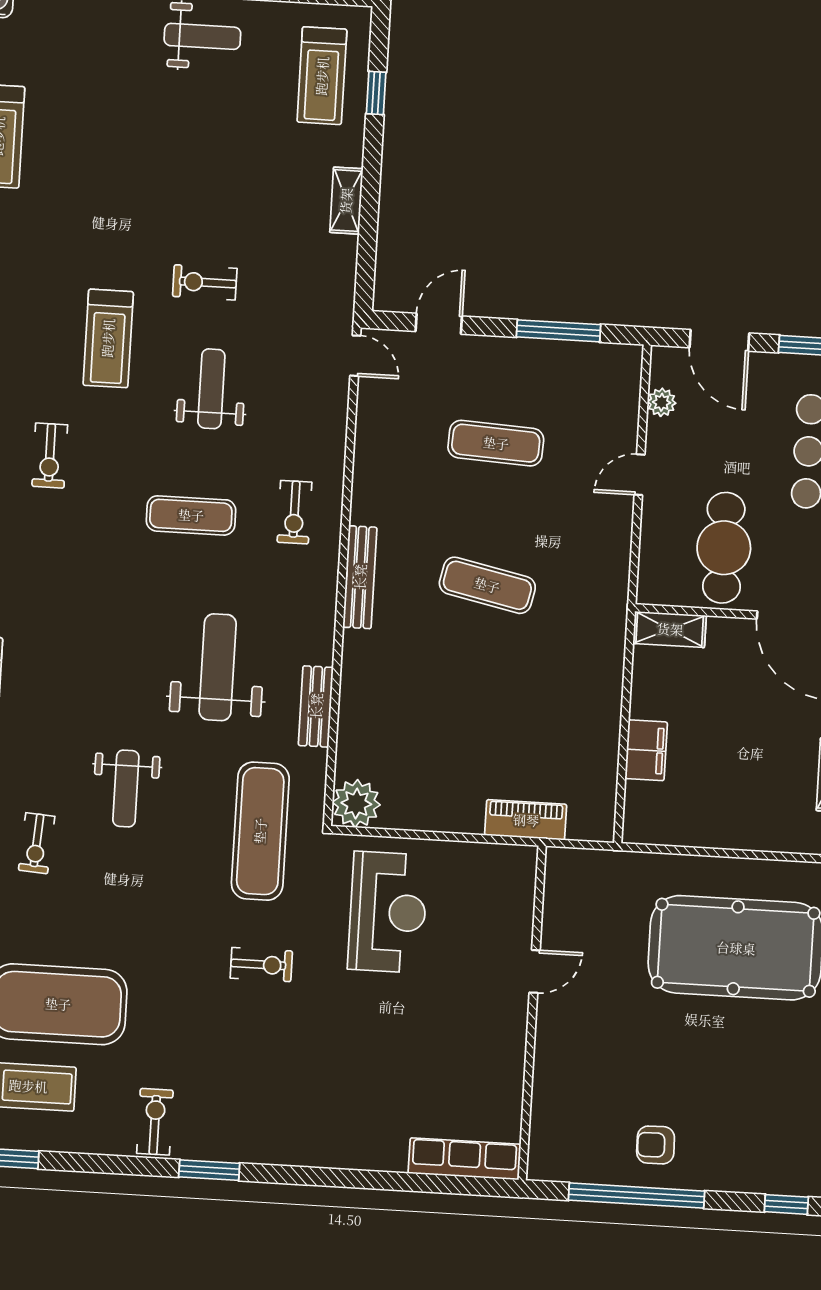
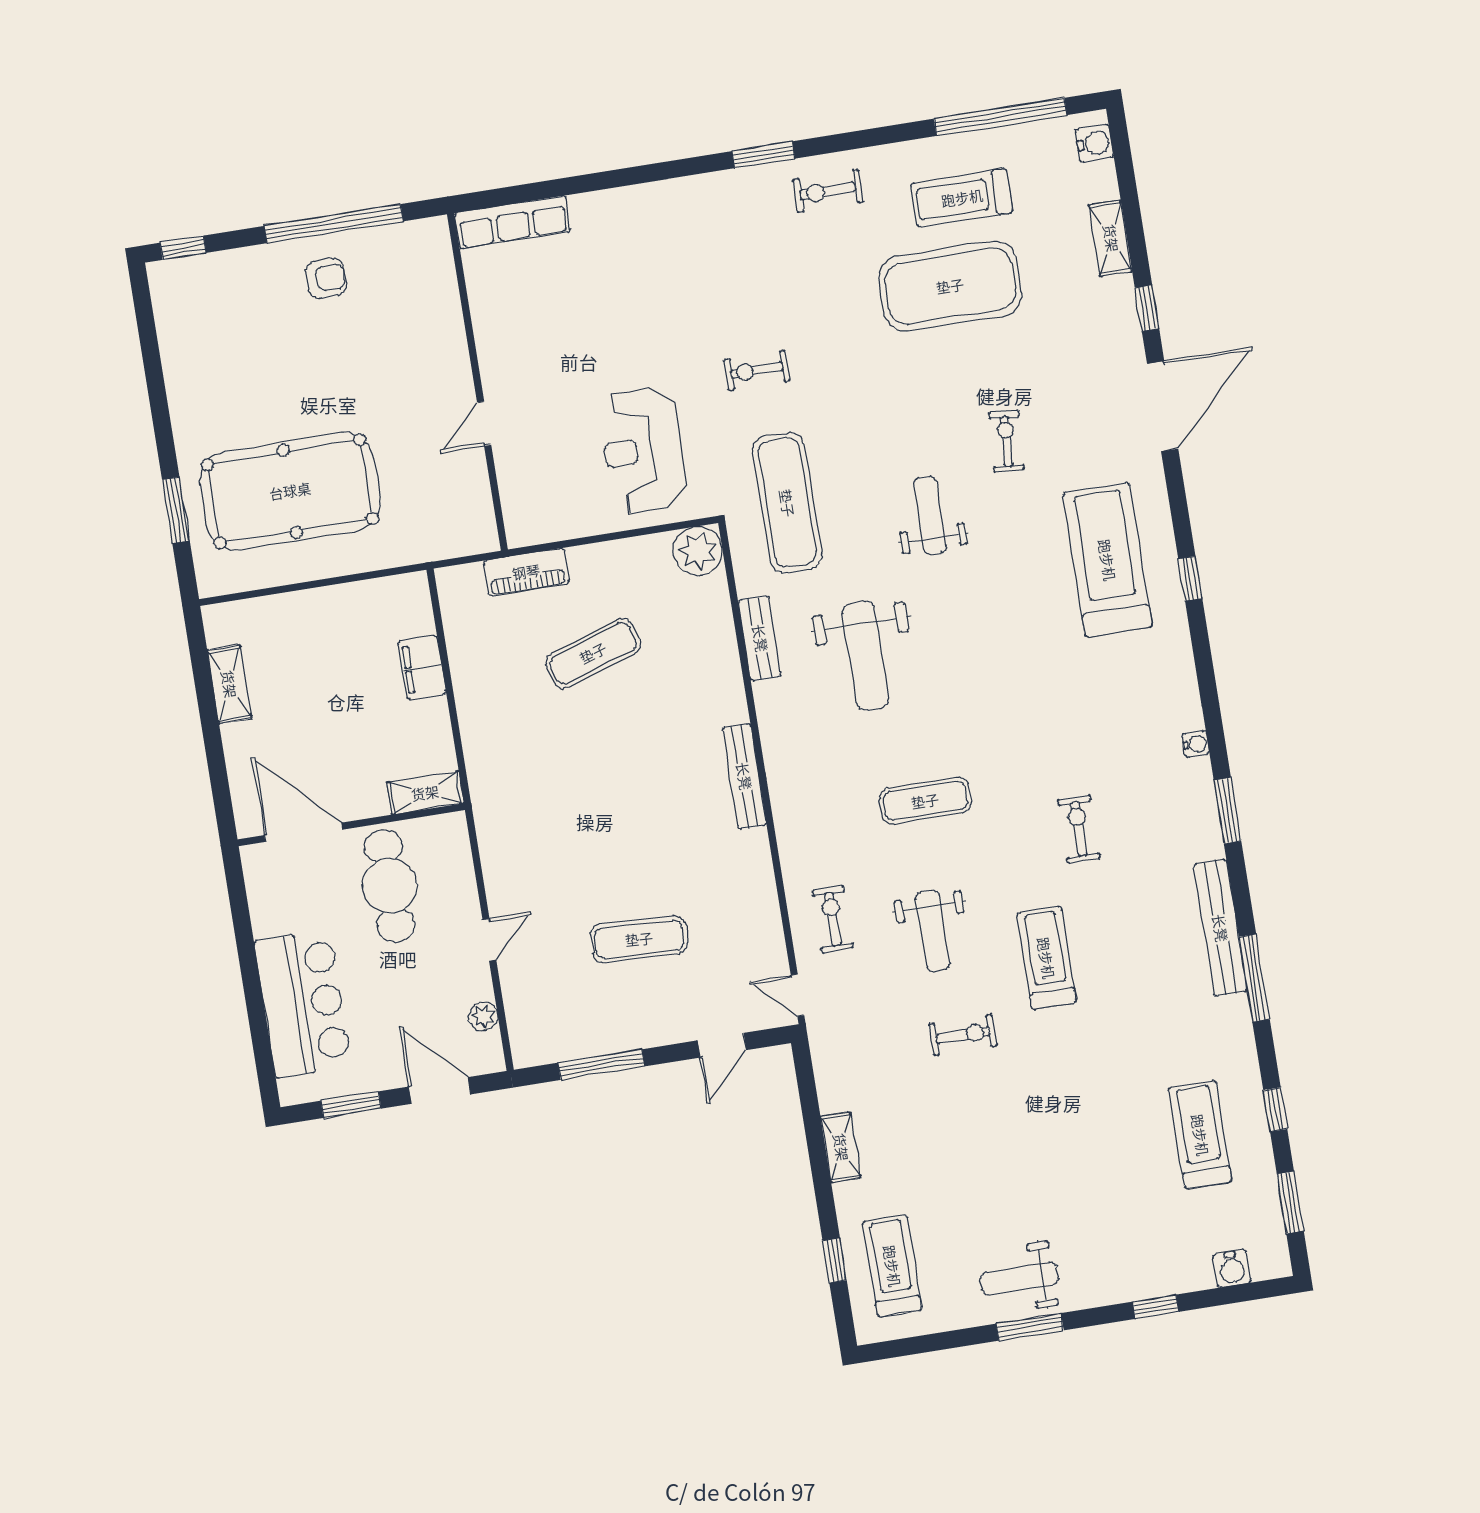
exercise bike: (294, 512) -> (833, 919), moved
exercise mat: (487, 585) -> (593, 653), moved, turned -30
exercise bike: (155, 1122) -> (828, 191), turned 90

